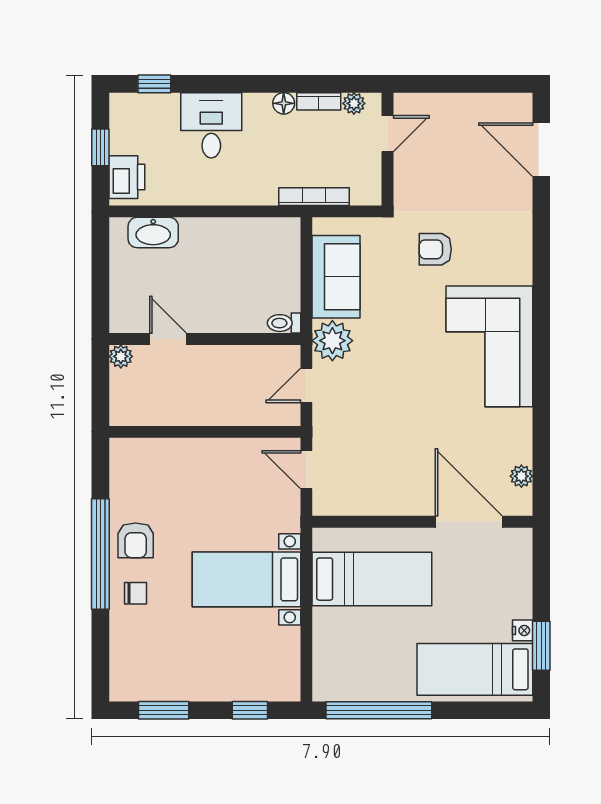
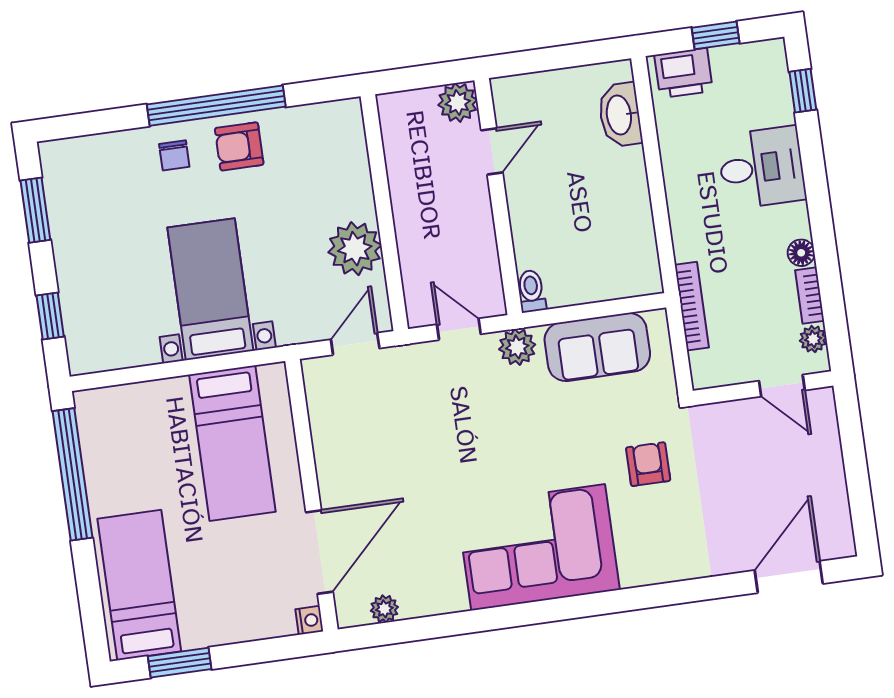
plant: (332, 341) -> (517, 347), width x0.73, depth x0.73
plant: (121, 356) -> (458, 102), width x1.38, depth x1.38
plant: (230, 459) -> (355, 249), added
nightstand: (523, 630) -> (309, 620), moved, turned -90

